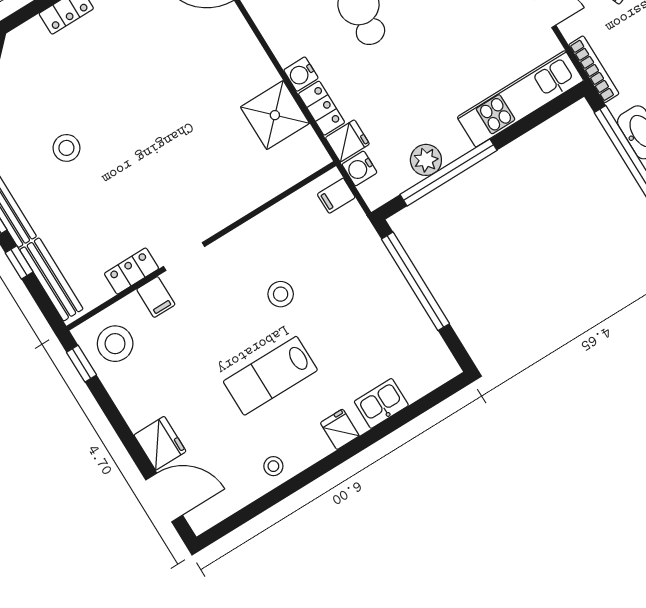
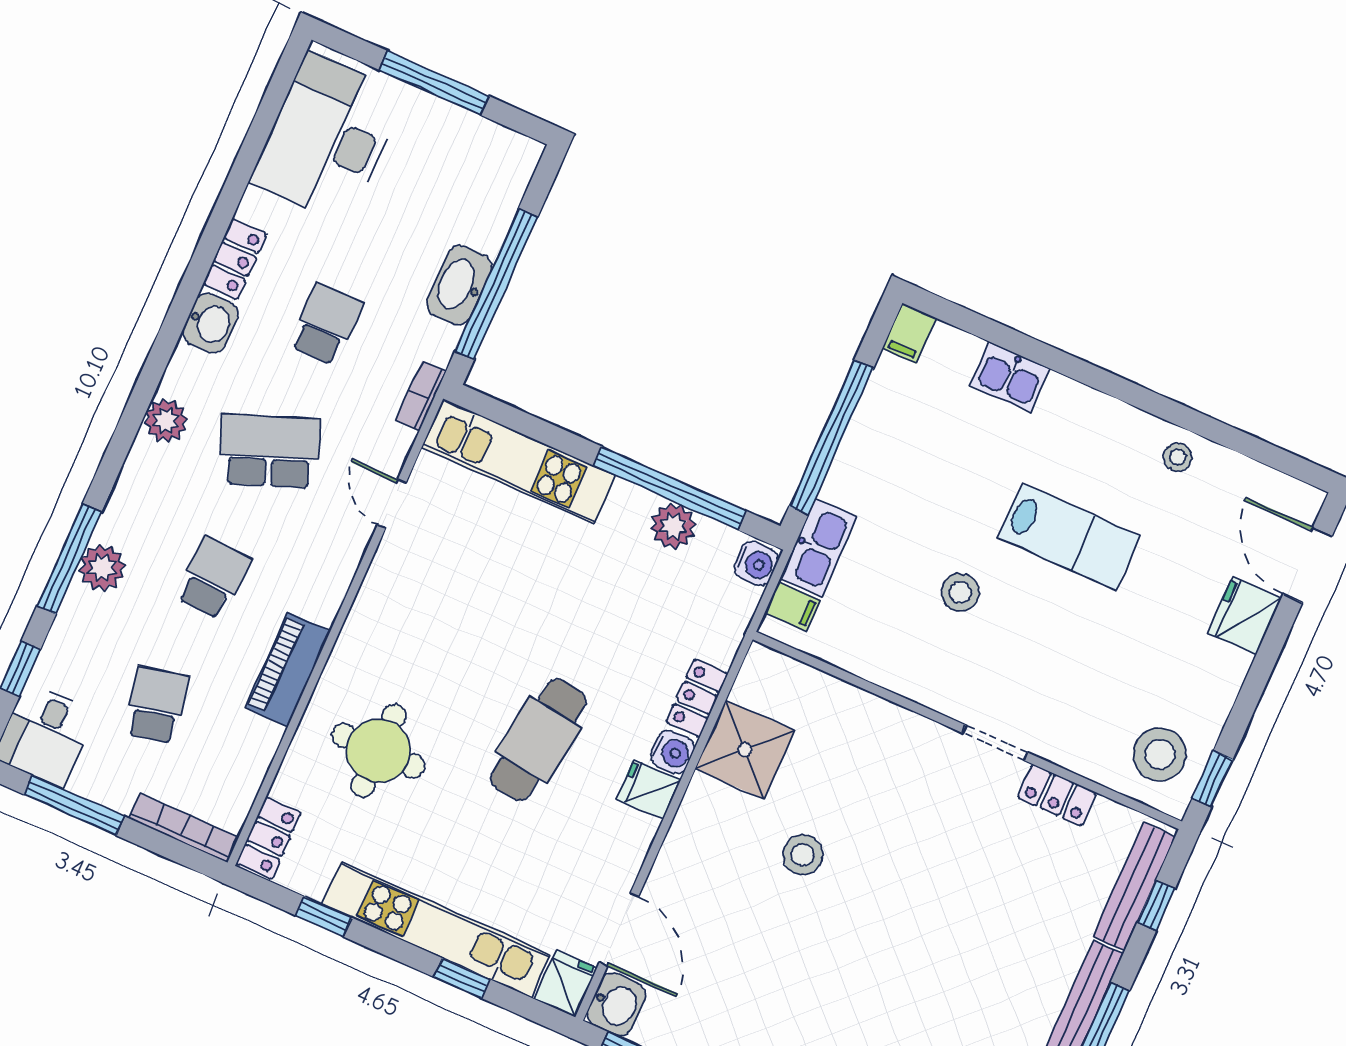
bookcase: (594, 69) -> (421, 396), width x0.64
fridge: (347, 141) -> (648, 789), moved
stool: (66, 148) -> (803, 855), moved
water cooler: (359, 168) -> (756, 564), moved
kitchen sink: (359, 232) -> (818, 548), added
window: (19, 262) -> (1156, 906), moved
filing cabinet: (156, 297) -> (909, 333), moved, turned 180
fridge: (340, 429) -> (1077, 406), removed

